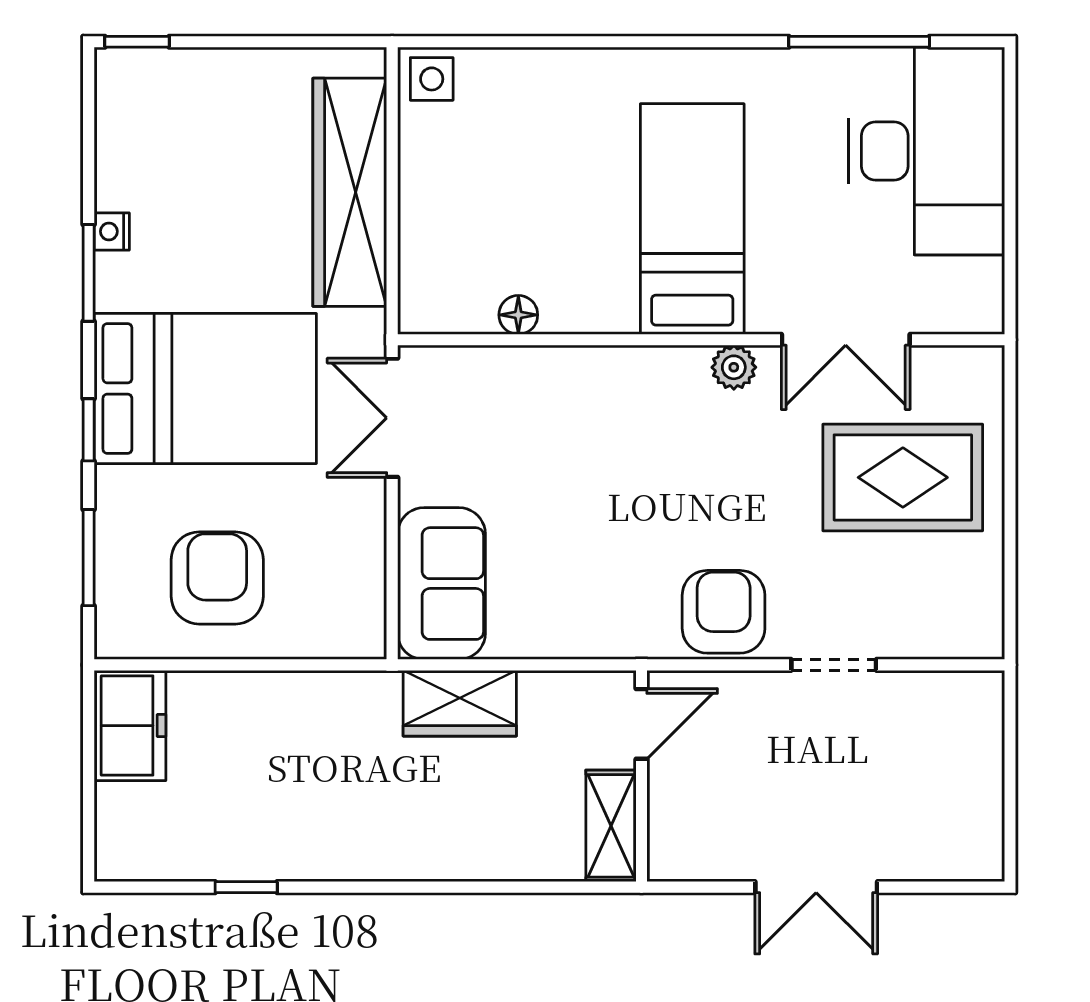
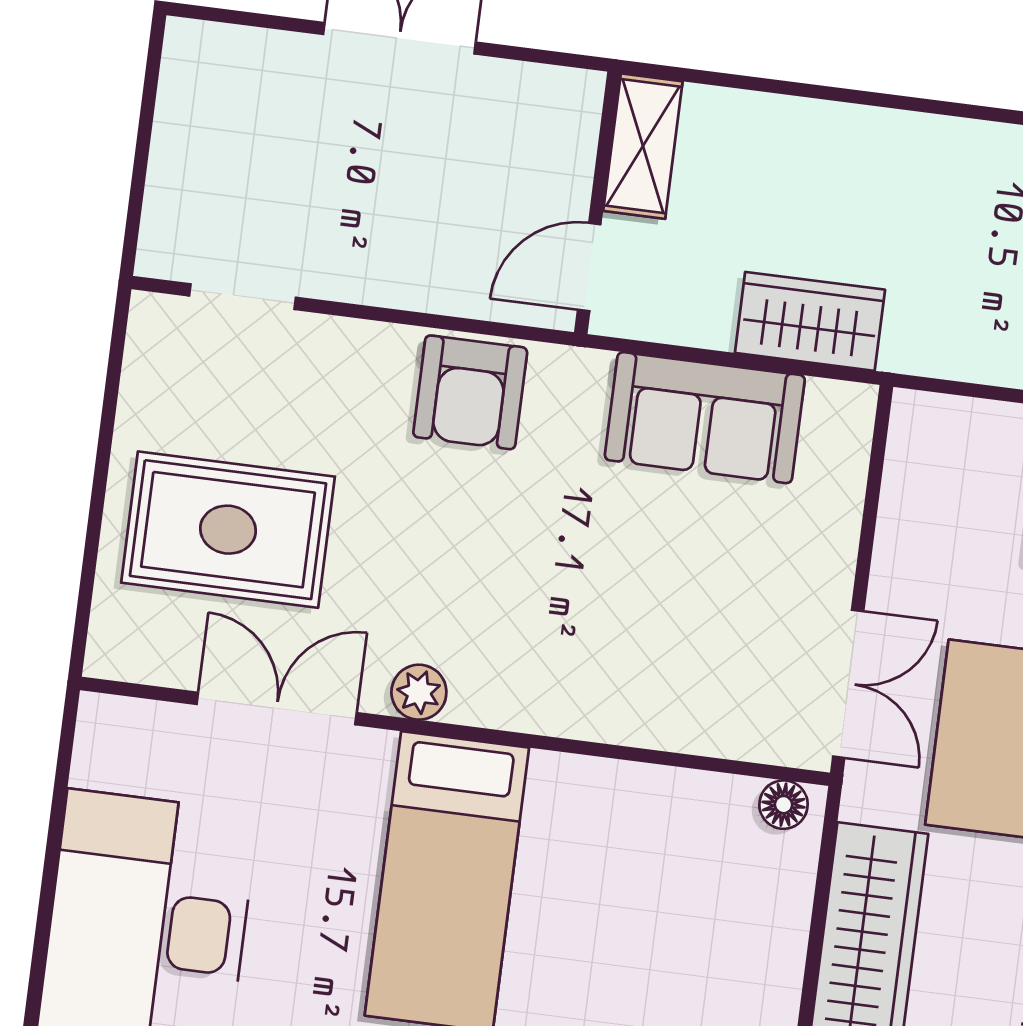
floor lamp: (518, 315) -> (783, 805), moved
sofa: (441, 584) -> (705, 418), moved, turned -90
doorway: (834, 665) -> (243, 297), moved

